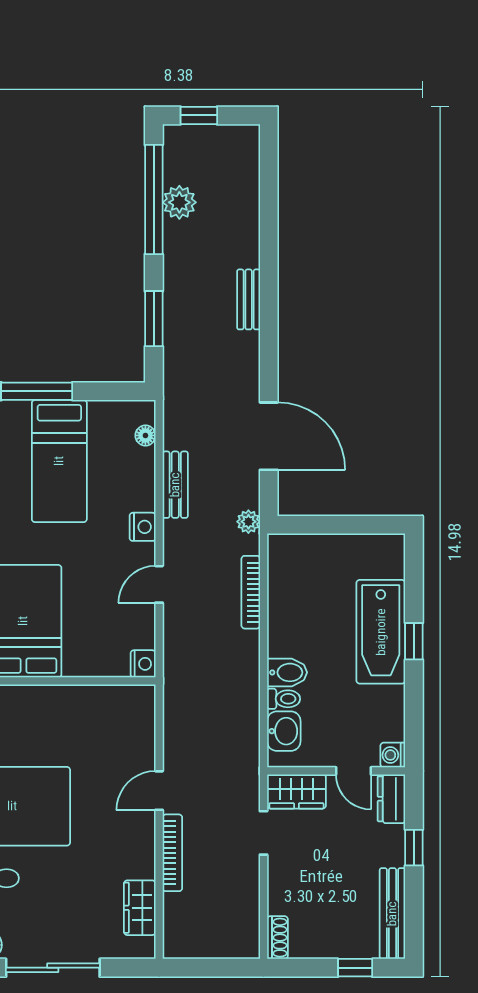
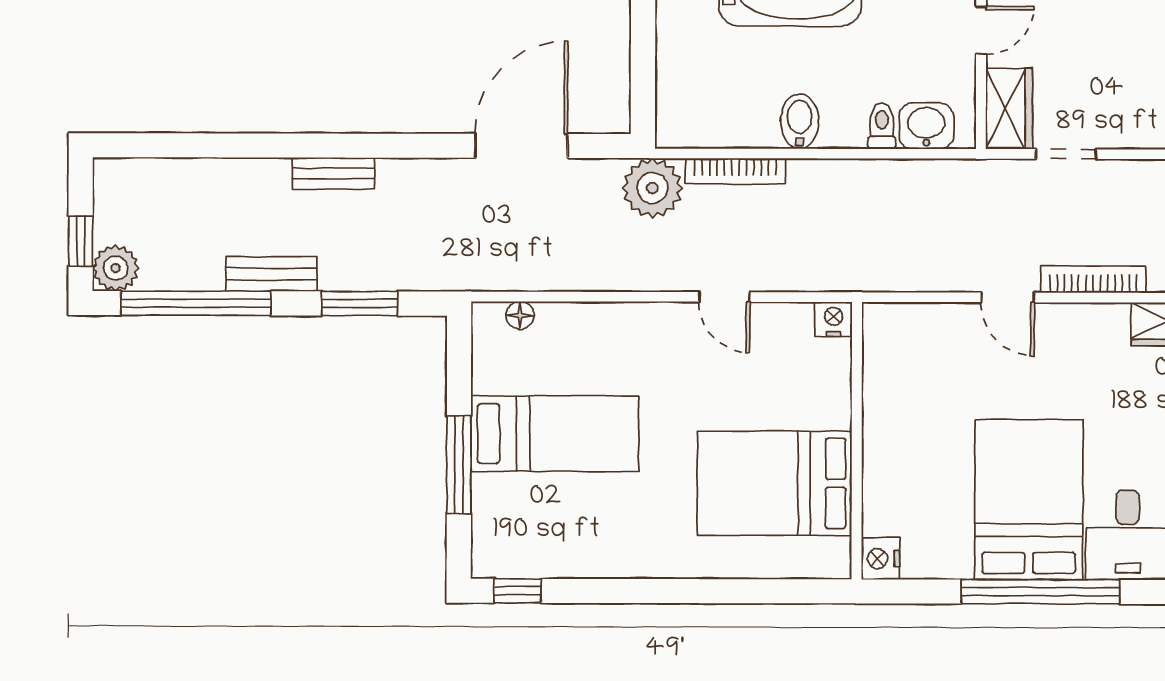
plant: (179, 202) -> (116, 268), moved
bench: (175, 485) -> (272, 274), moved
plant: (248, 522) -> (652, 188), width x1.87, depth x1.87
nightstand: (143, 527) -> (645, 319), removed
bidet: (287, 672) -> (800, 121), moved

